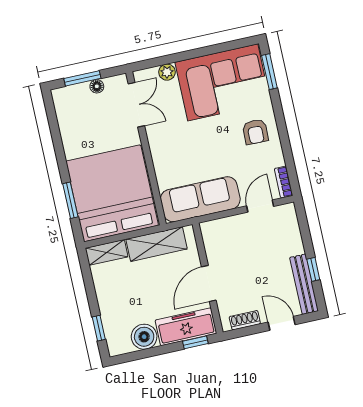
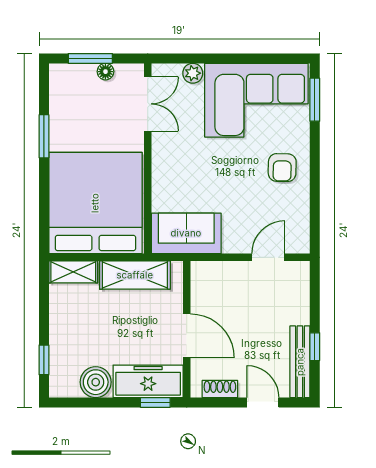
bookcase: (284, 182) -> (302, 235), removed
sofa: (200, 199) -> (186, 233), width x0.73
window: (70, 200) -> (44, 136), moved
door: (209, 284) -> (187, 336), swing flipped

